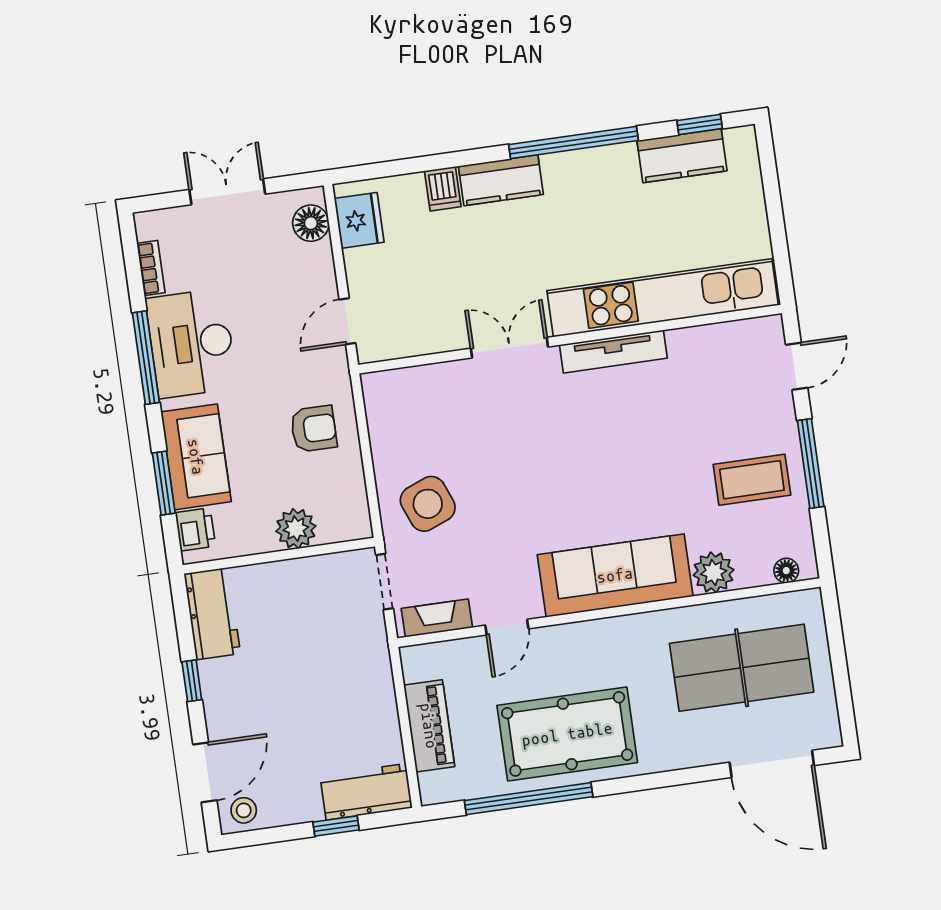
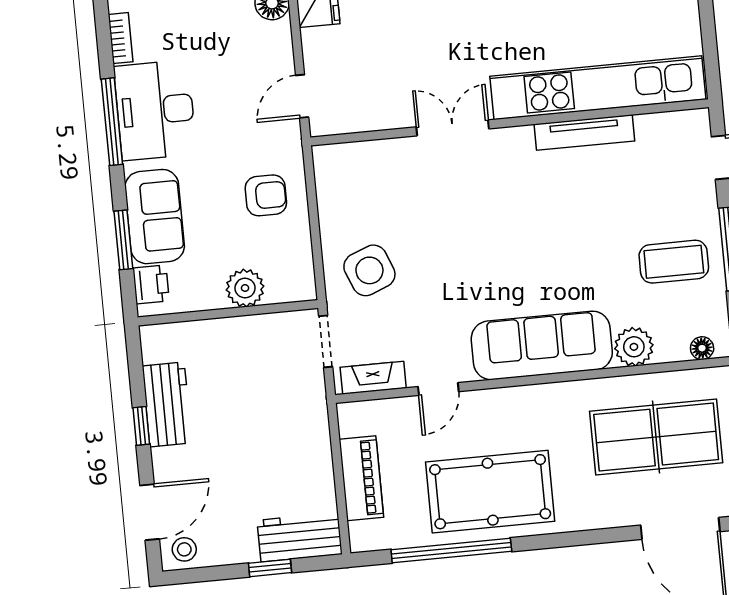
tv unit: (613, 352) -> (584, 133), moved
workbench: (212, 614) -> (167, 404), moved

